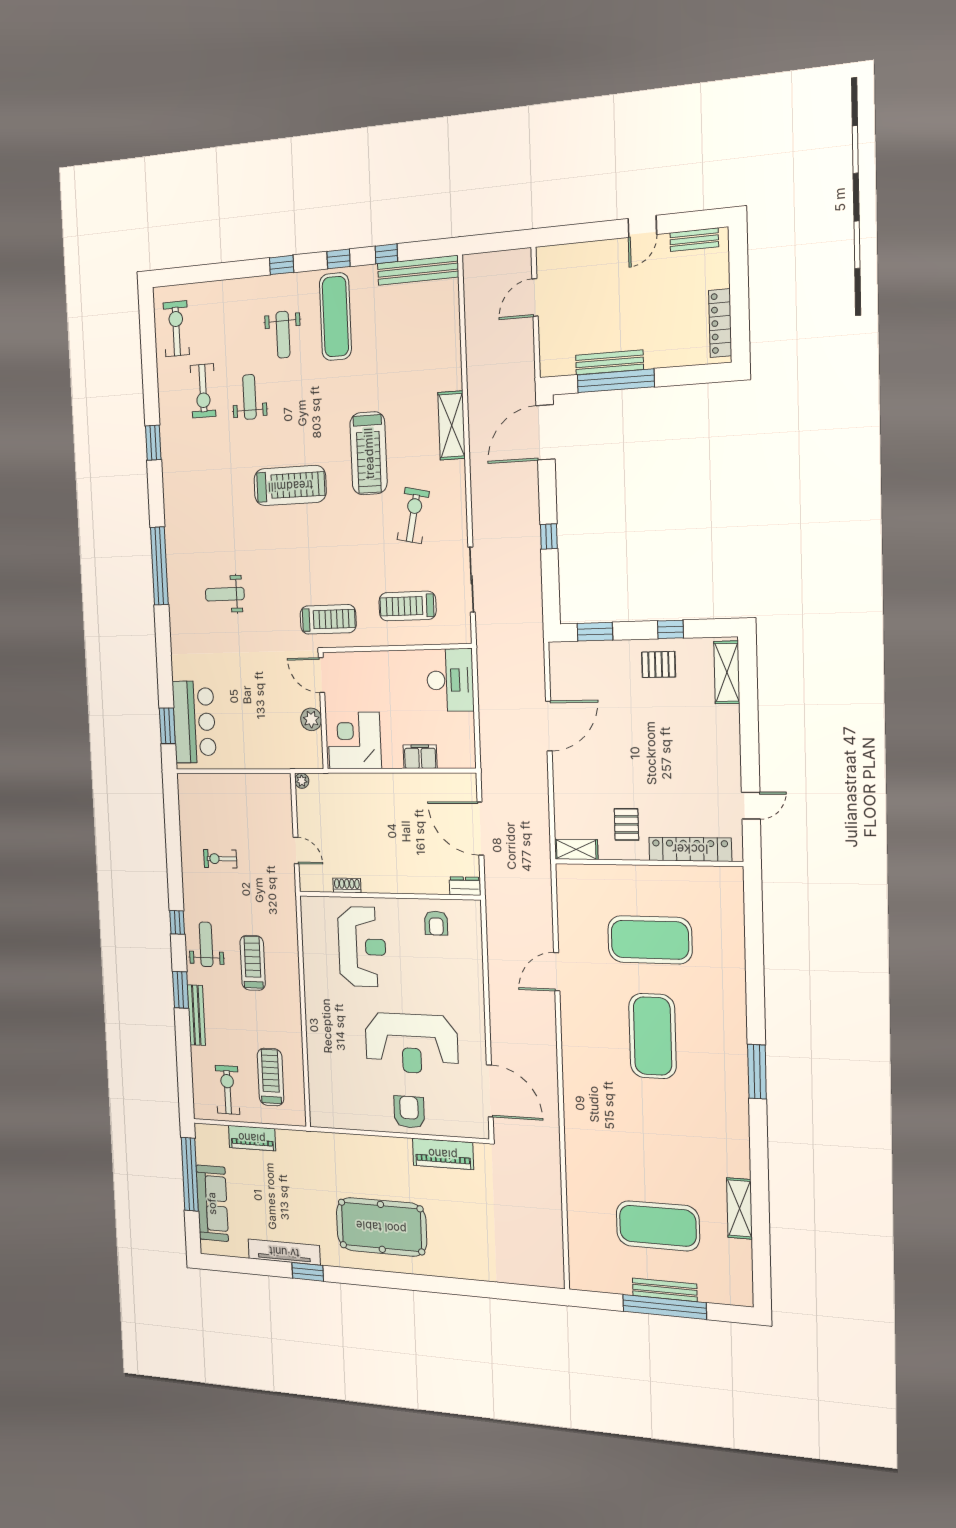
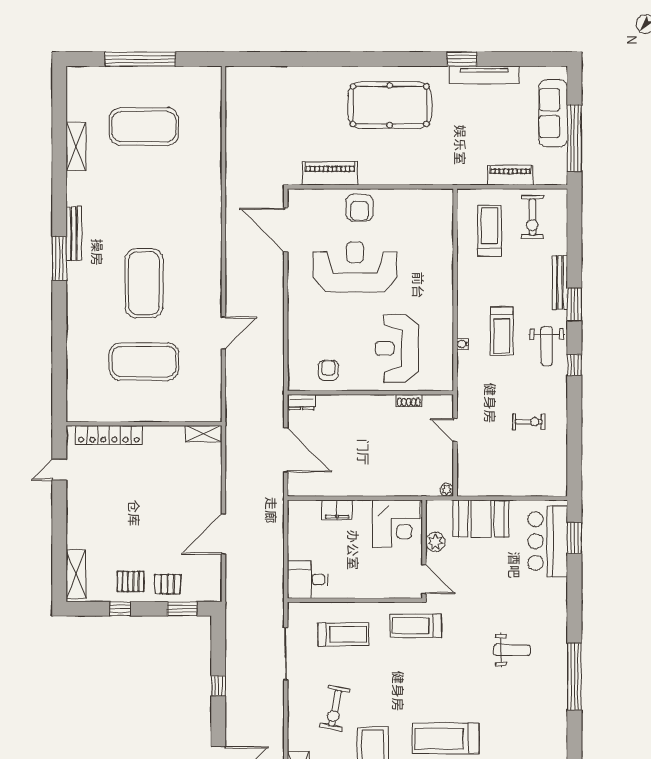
desk: (450, 680) -> (308, 580), width x0.73
booth: (264, 747) -> (481, 519), added
pallet: (626, 824) -> (168, 584), moved, turned 90
water cooler: (293, 949) -> (463, 344), added
treadmill: (271, 1077) -> (489, 231), turned 180
bench: (665, 1290) -> (74, 234), moved, turned 90

